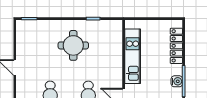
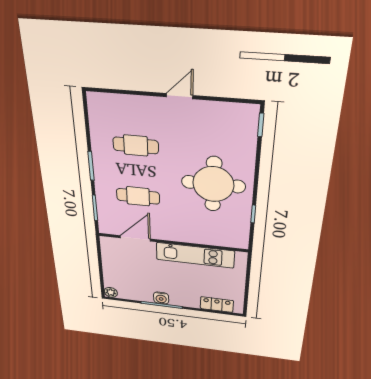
round table: (73, 45) -> (213, 184), width x1.36, depth x1.36
locker: (176, 46) -> (217, 305), width x0.66

